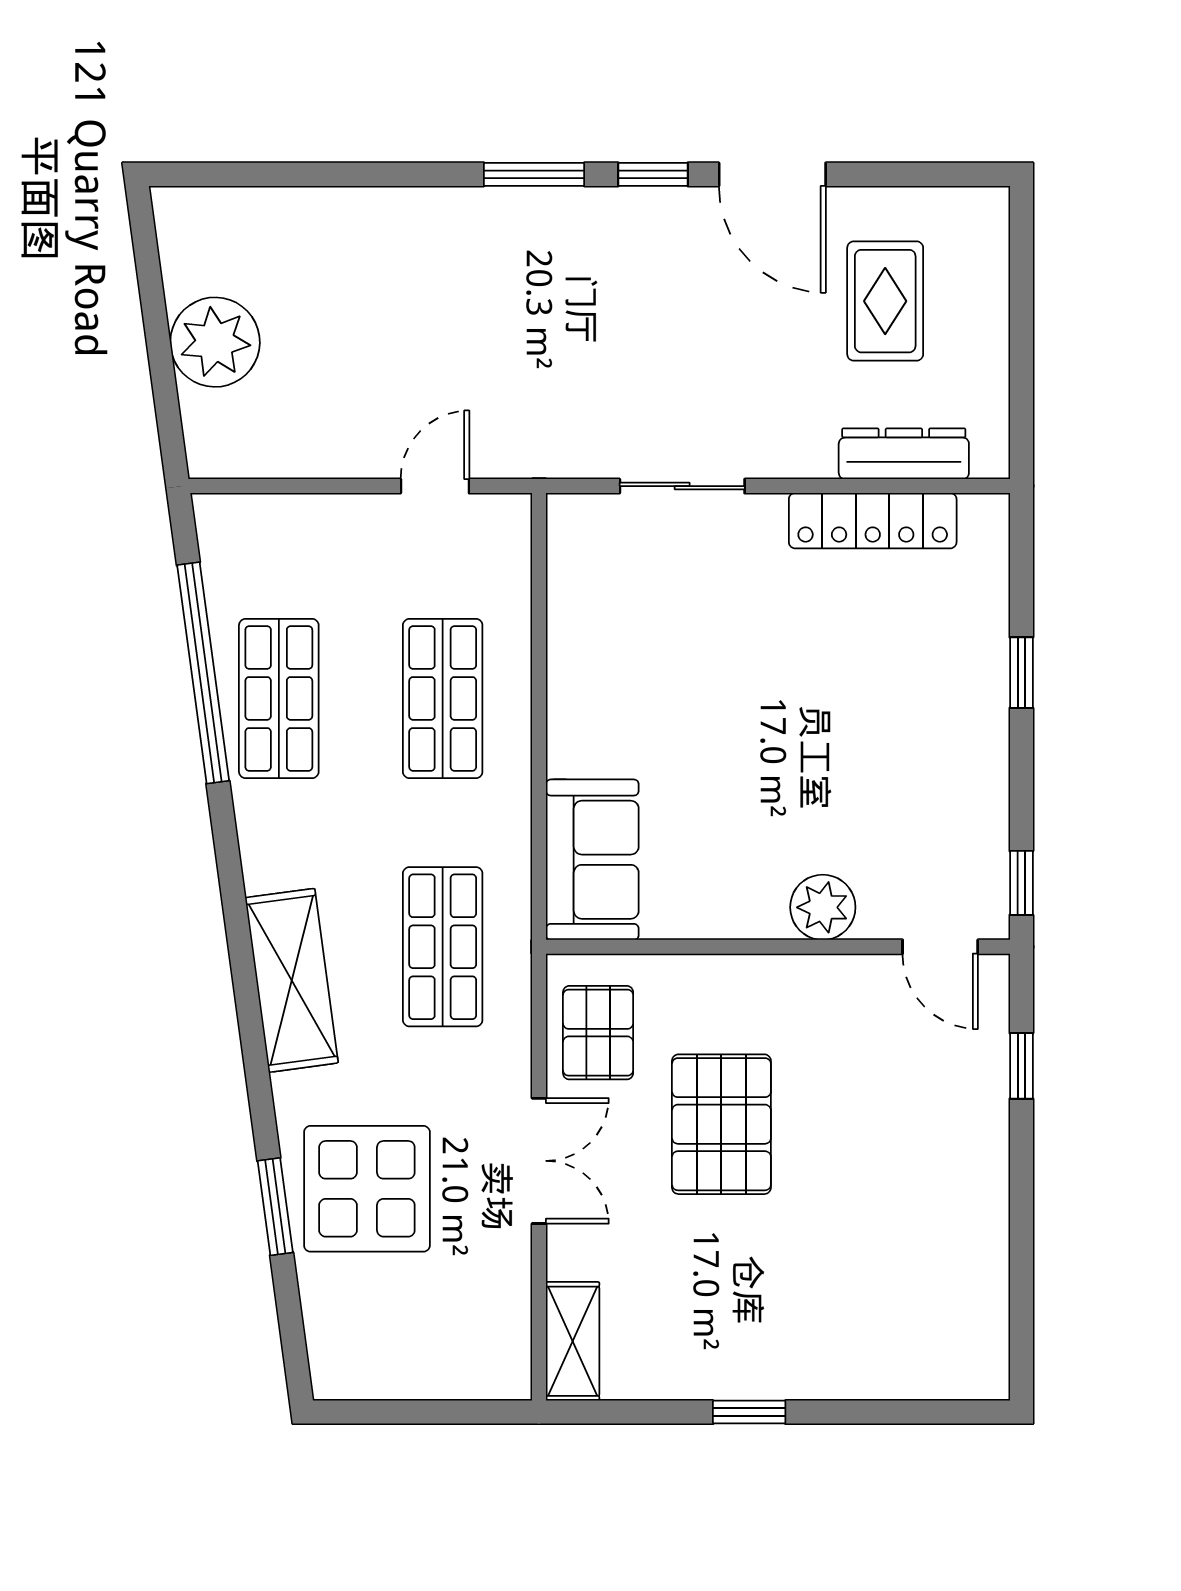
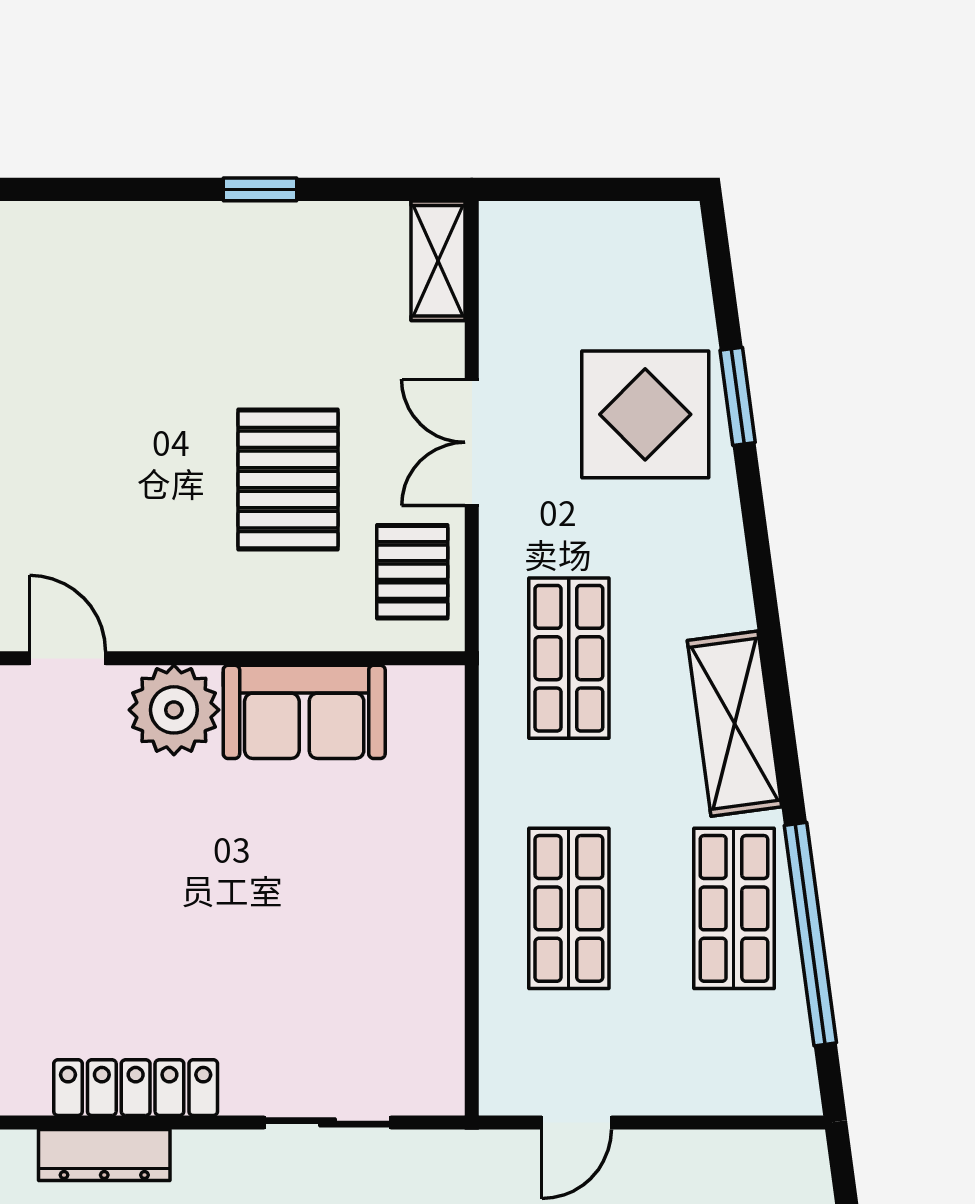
sofa: (592, 860) -> (304, 712), moved, turned -90
plant: (823, 907) -> (174, 710), width x1.36, depth x1.36
shelving: (292, 980) -> (734, 724), moved

